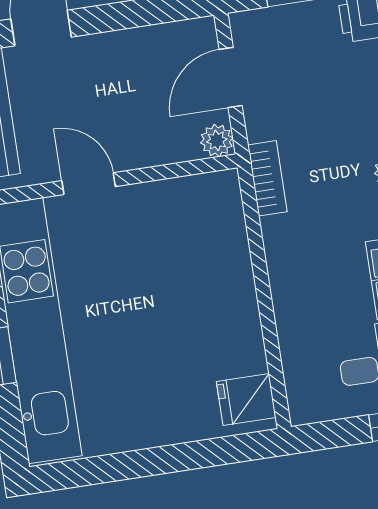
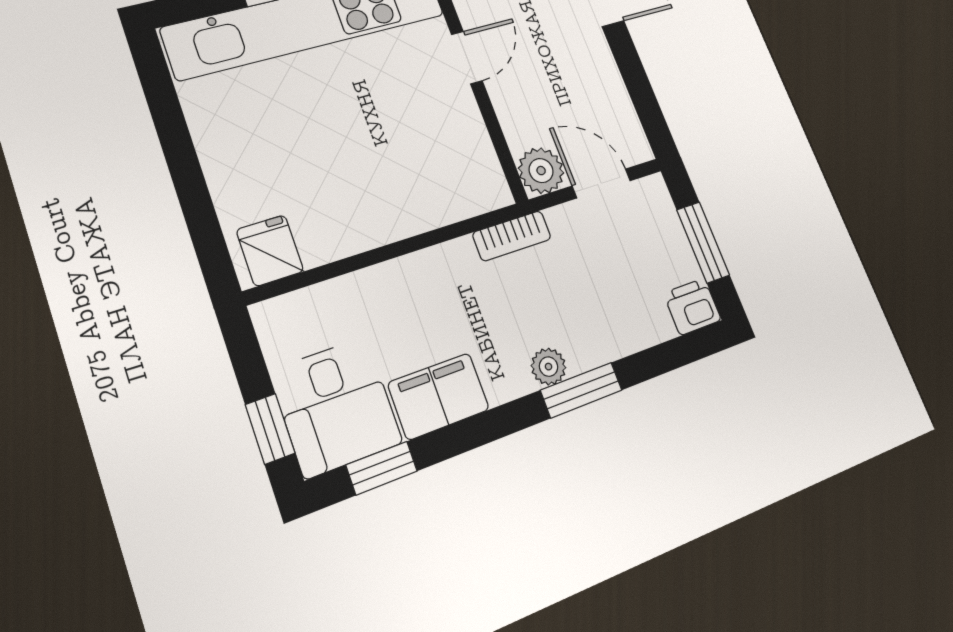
plant: (217, 140) -> (541, 171), width x1.38, depth x1.38

